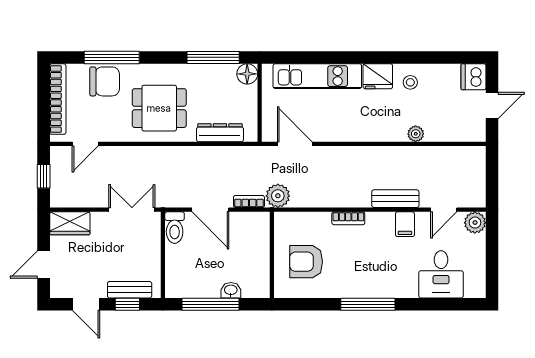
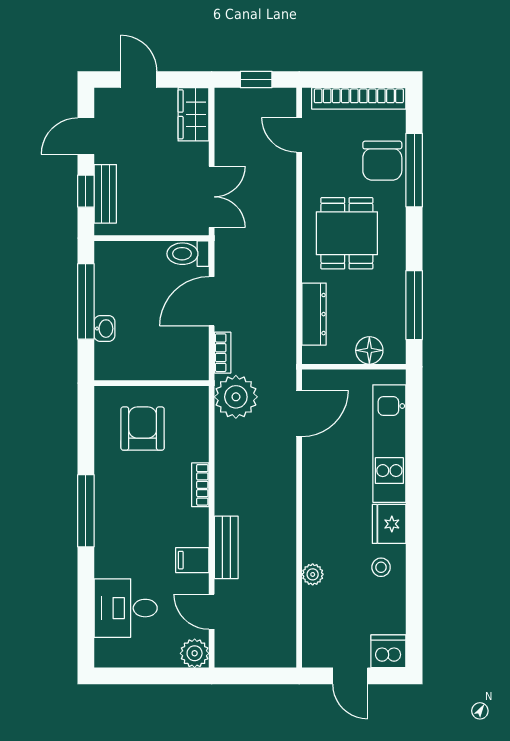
floor lamp: (247, 74) -> (369, 350), moved
plant: (278, 196) -> (236, 397), width x1.36, depth x1.36

